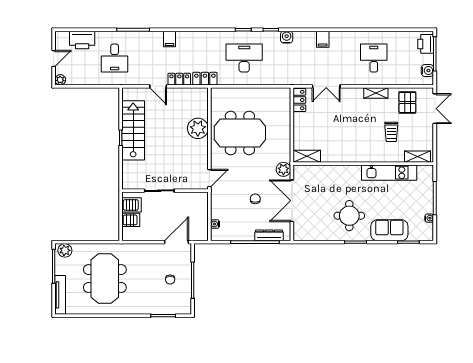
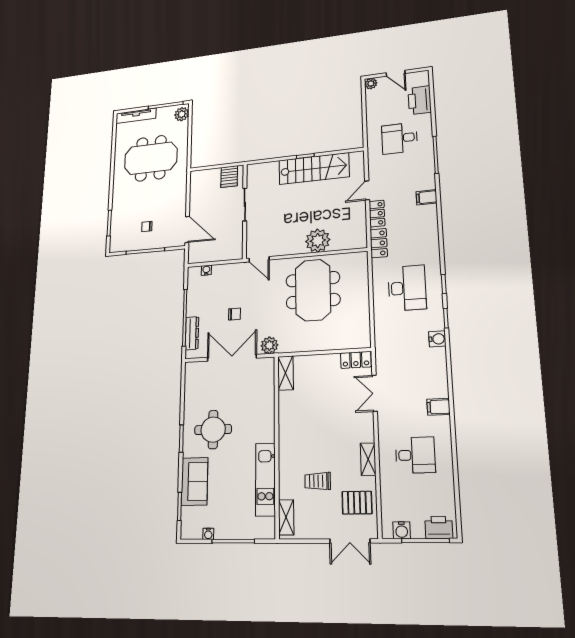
filing cabinet: (323, 39) -> (438, 407), moved
server rack: (131, 220) -> (213, 178), removed

